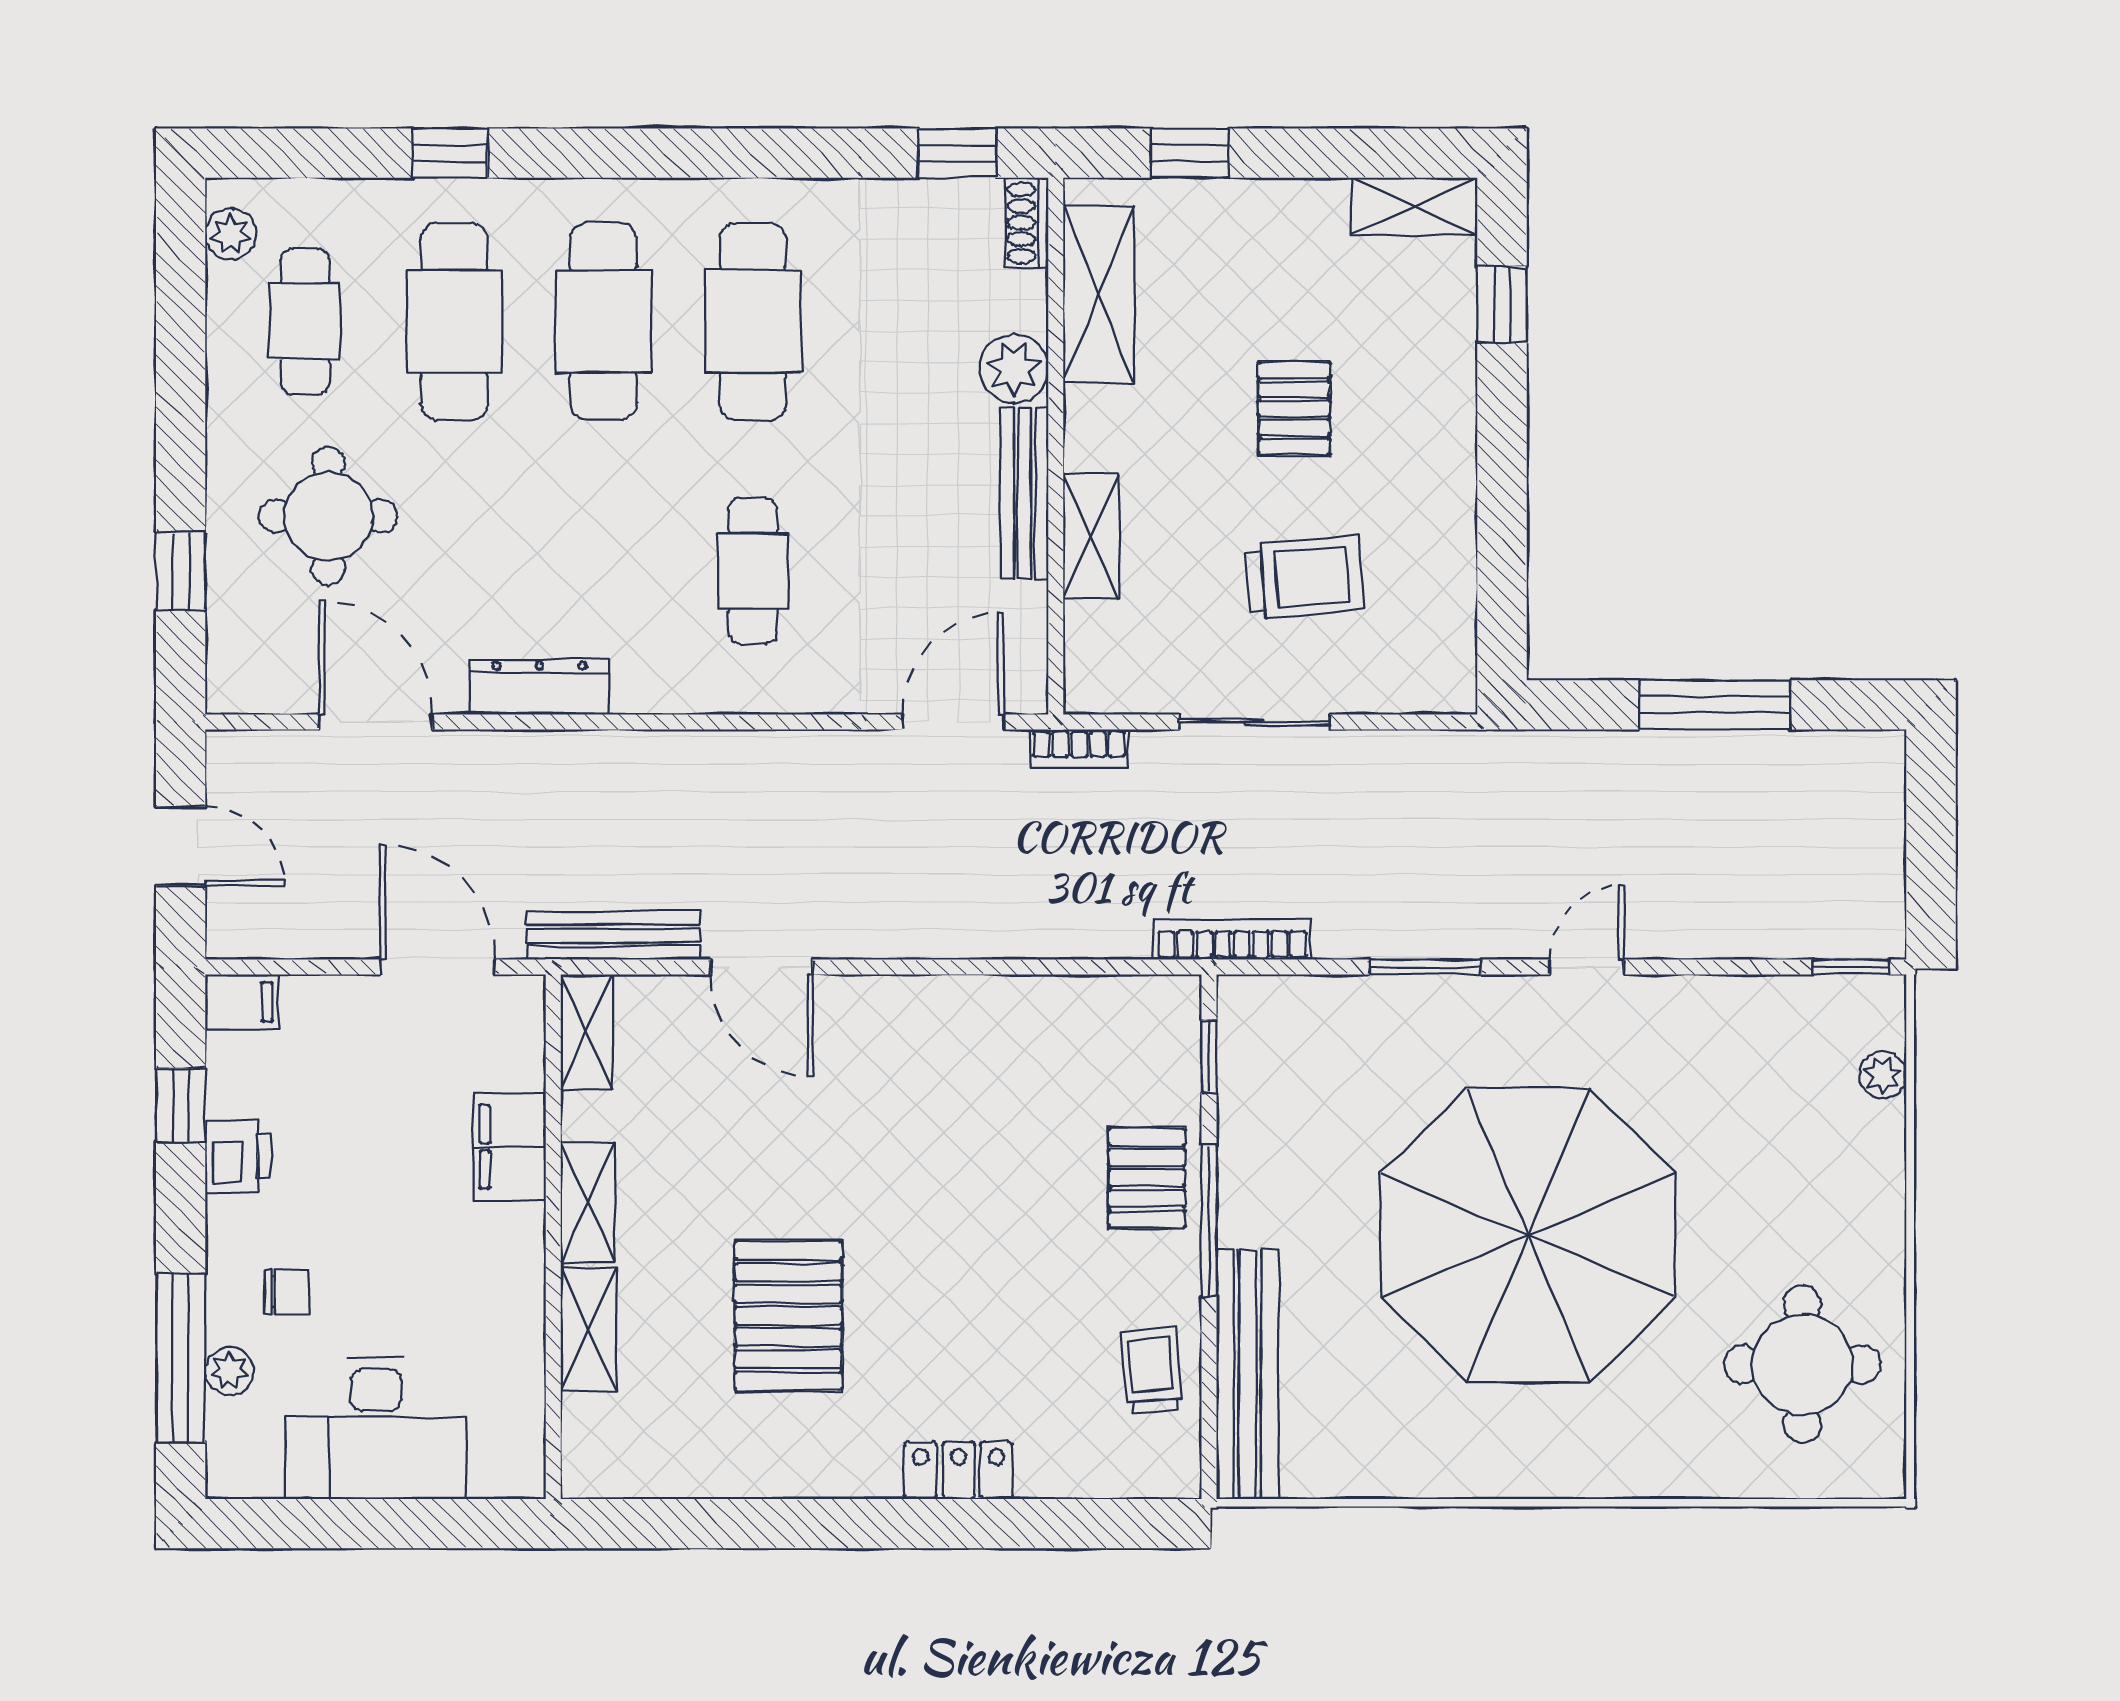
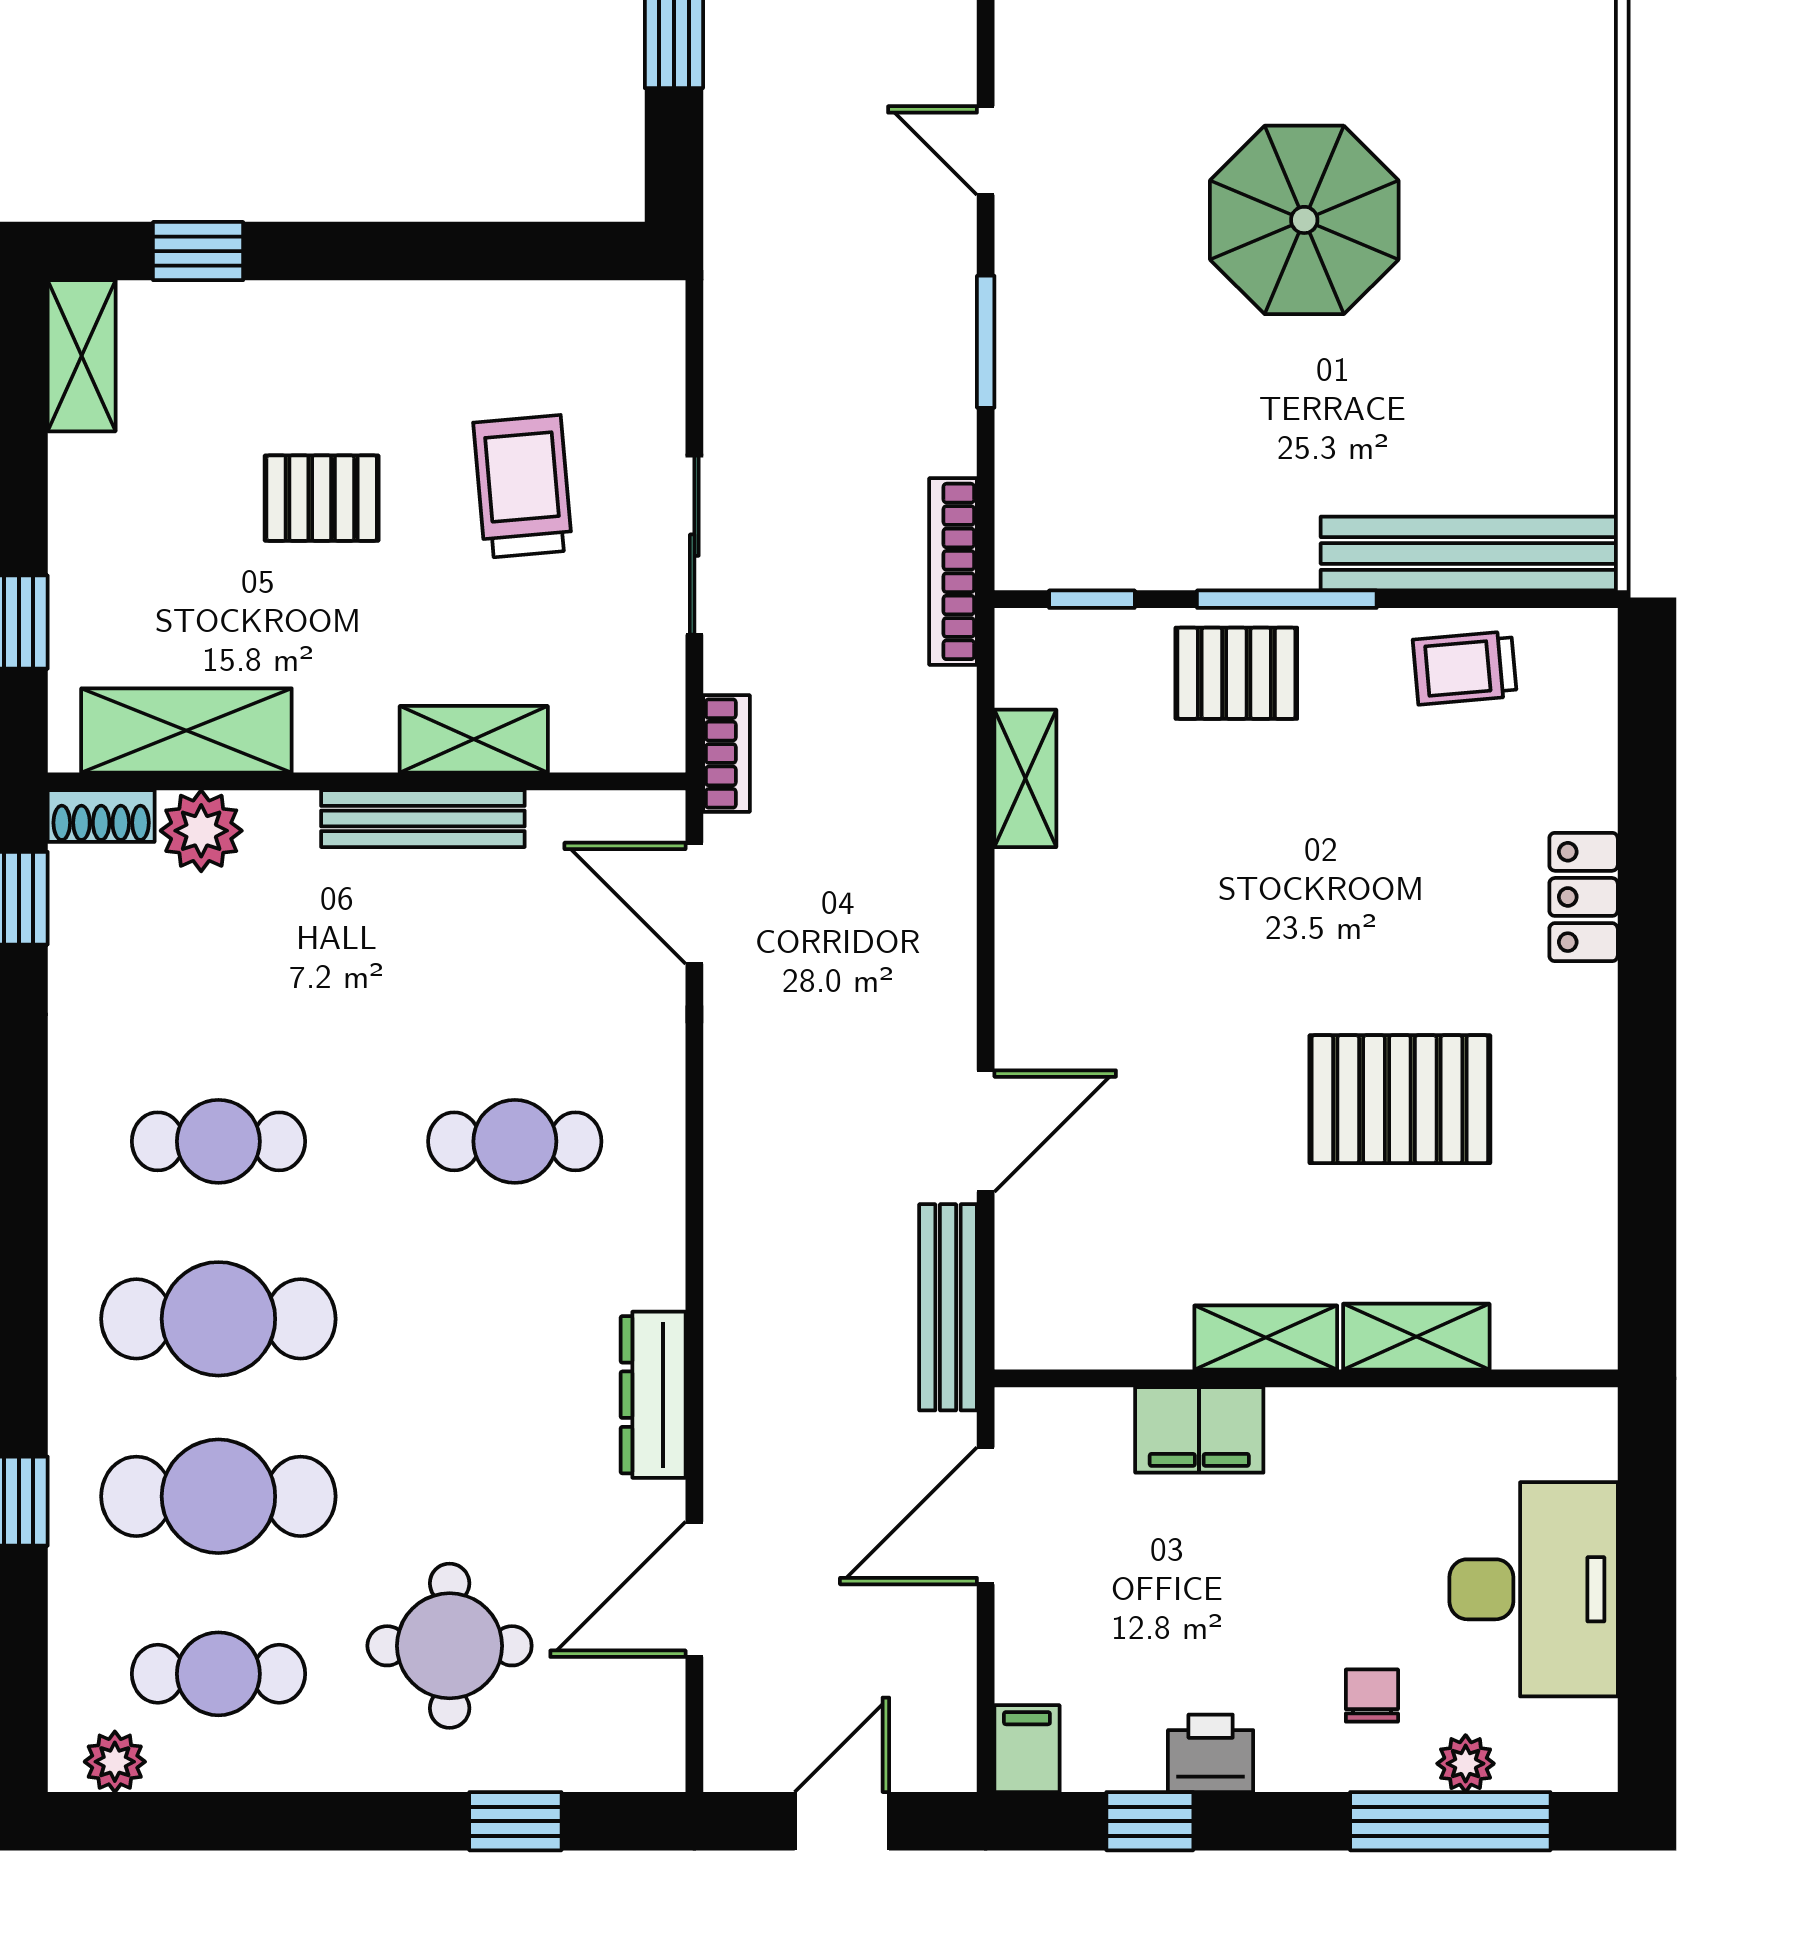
cafe table: (753, 321) -> (218, 1141), width x0.73, depth x0.74
plant: (1014, 369) -> (201, 831), moved
shelving: (587, 1032) -> (1025, 778), moved, turned 90
parasol: (1528, 1235) -> (1304, 220), width x0.54, depth x0.54

